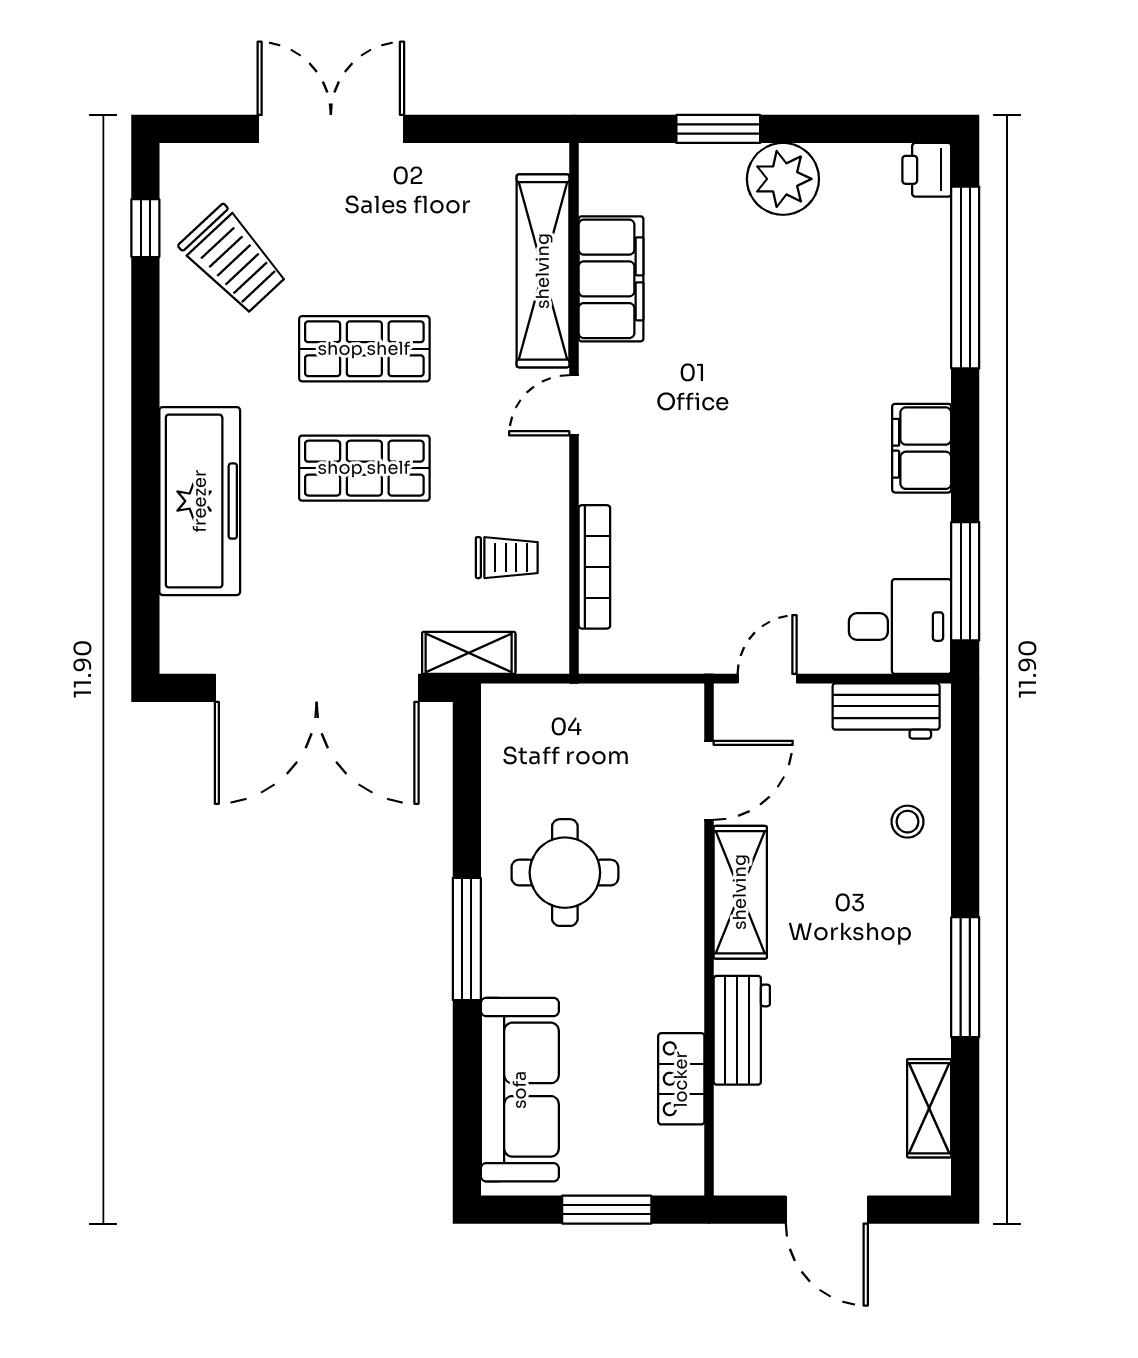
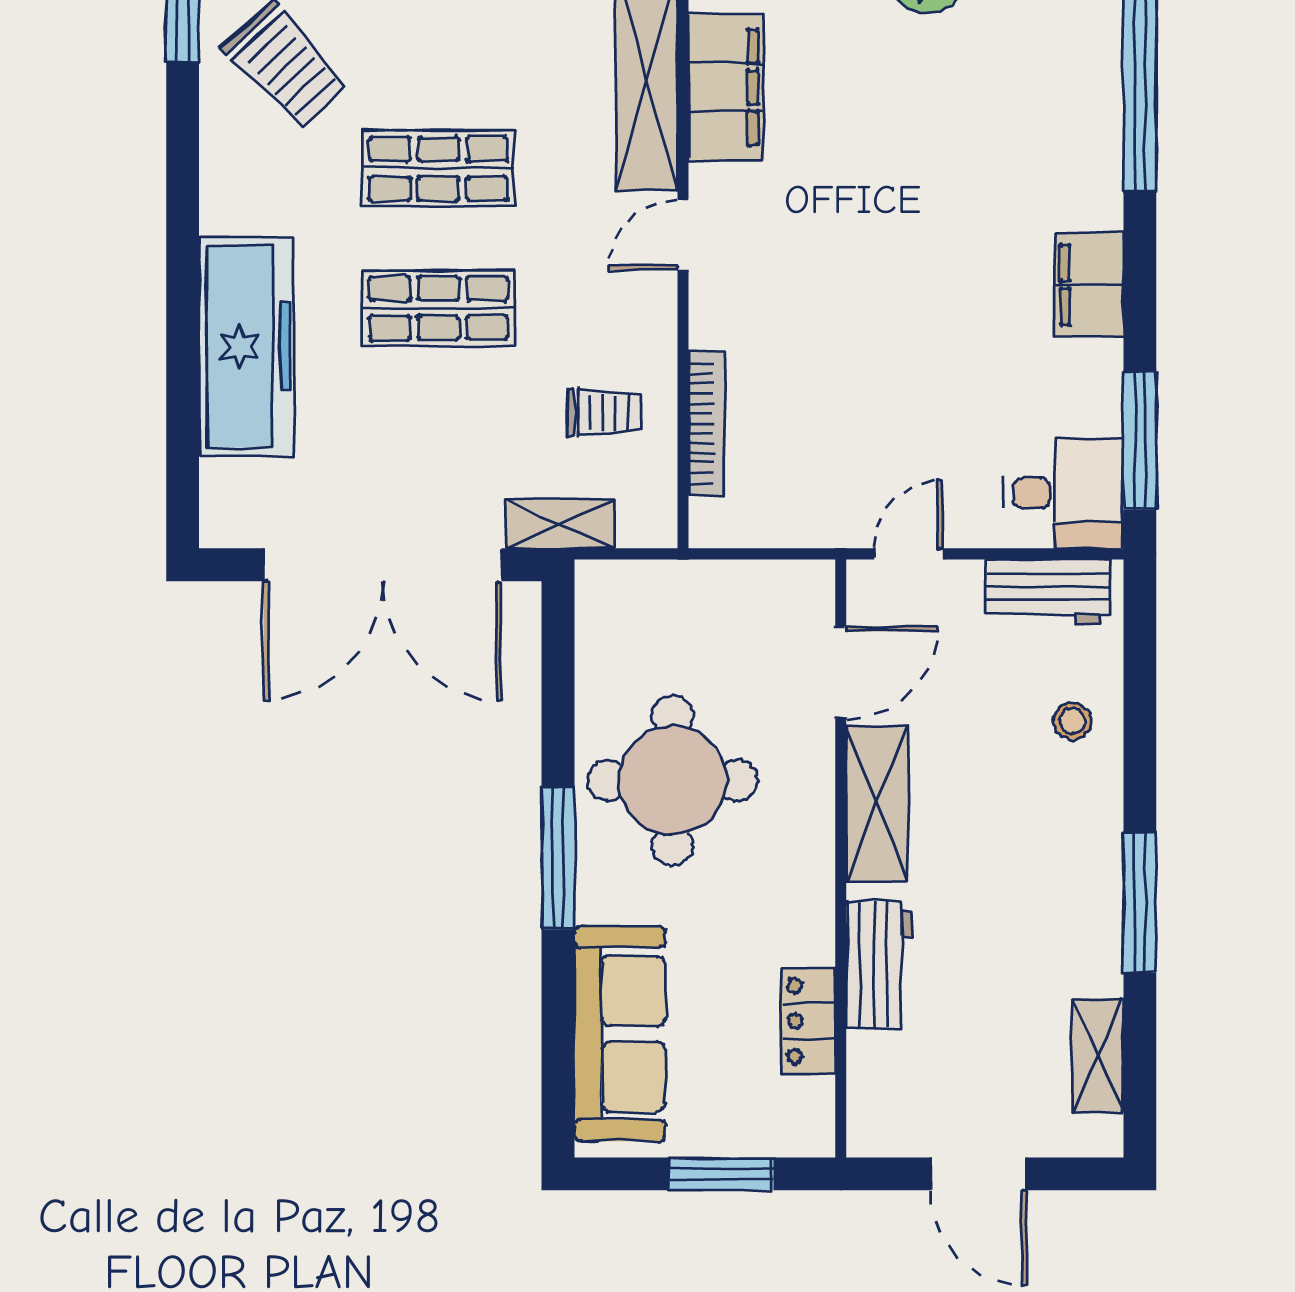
round table: (565, 873) -> (672, 780), width x1.36, depth x1.36

